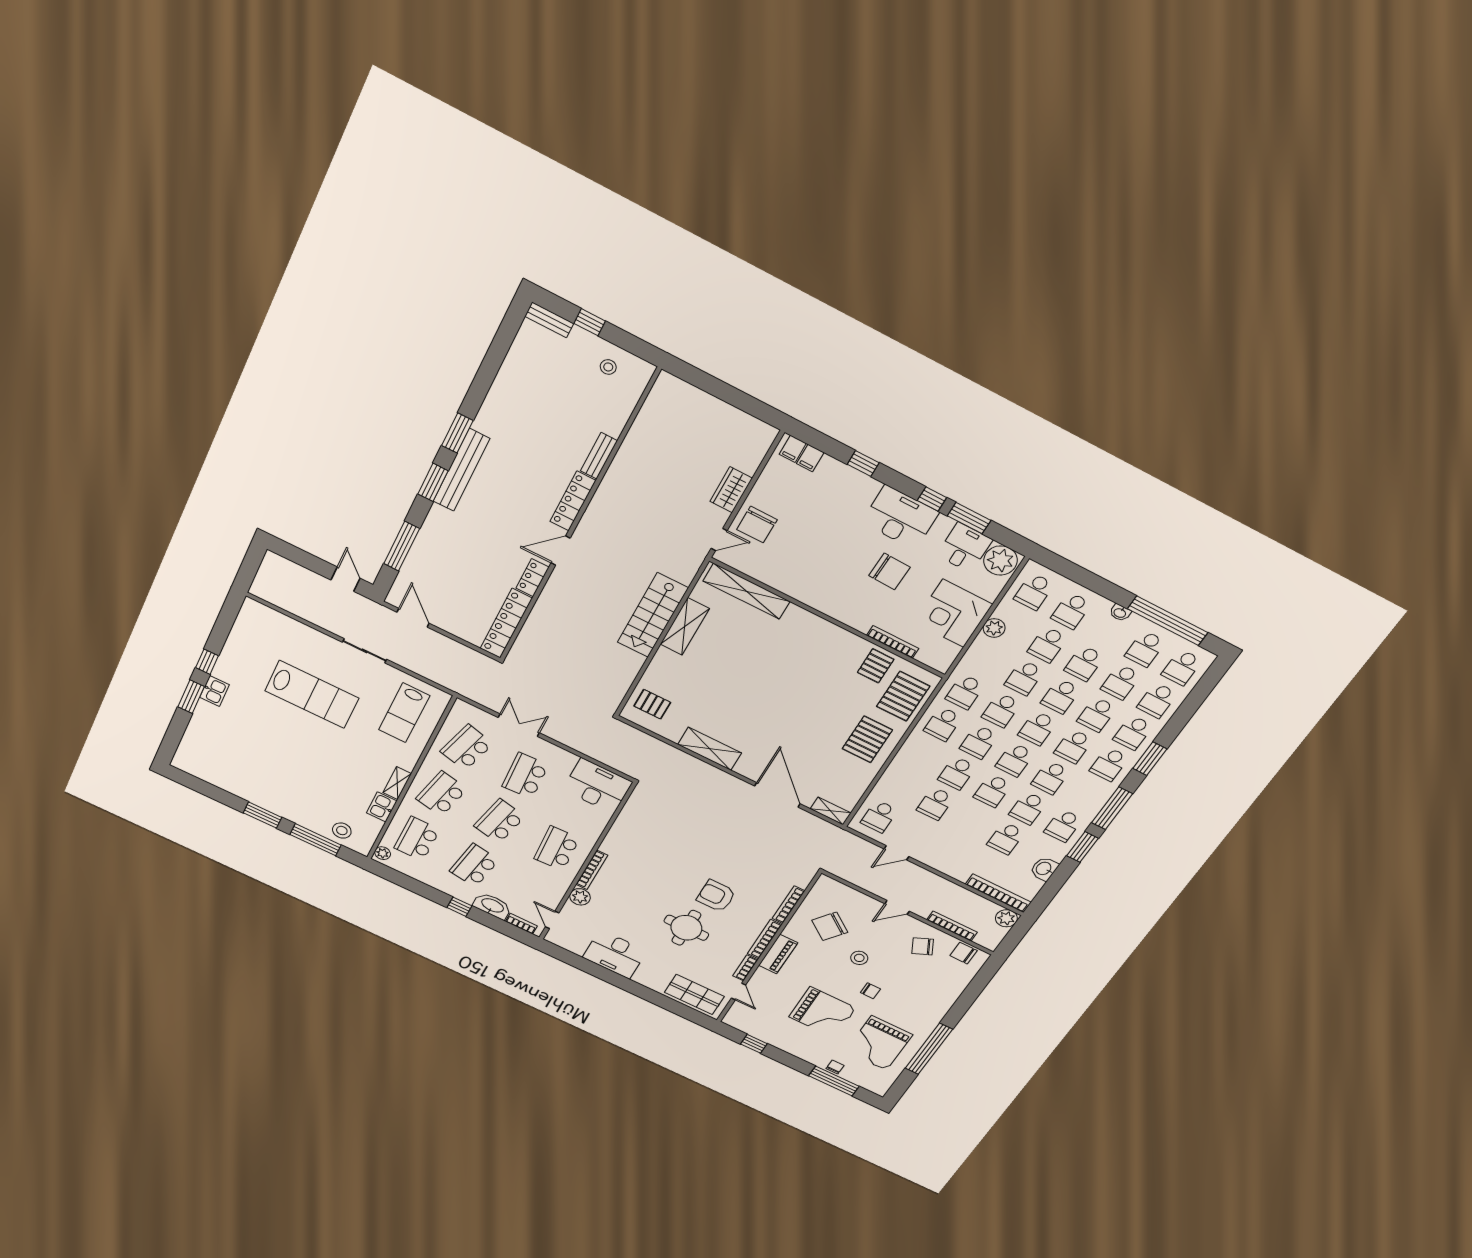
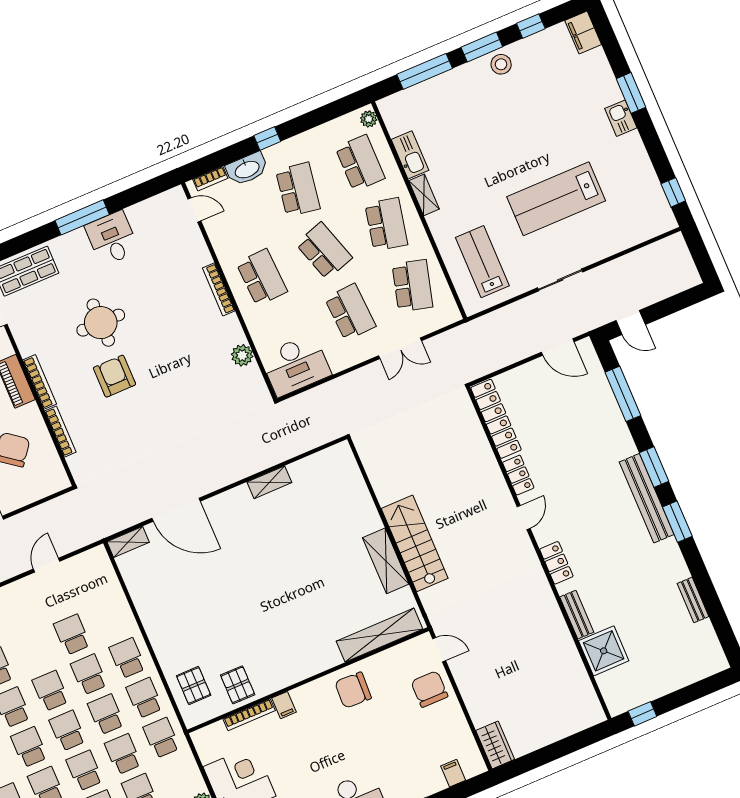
bench: (549, 320) -> (693, 600), moved, turned 90
window: (590, 322) -> (642, 714), moved
stool: (608, 367) -> (639, 681), removed
shower: (609, 414) -> (604, 651), added
filing cabinet: (793, 449) -> (284, 705), moved, turned 180
wardrobe: (731, 490) -> (495, 745), moved
locker: (573, 501) -> (556, 563), width x0.66
door: (719, 539) -> (439, 650), swing flipped
door: (561, 551) -> (524, 518), width x0.73
chair: (889, 571) -> (353, 690), moved
window: (207, 662) -> (673, 192), moved
pallet: (903, 696) -> (194, 685), width x0.67, depth x0.71
pallet: (652, 704) -> (337, 476), removed
pallet: (867, 739) -> (175, 626), removed
shelving: (710, 749) -> (269, 482), width x0.67, depth x0.75
filing cabinet: (185, 757) -> (583, 33), added
window: (217, 794) -> (531, 26), added
kitchen sink: (382, 807) -> (410, 155), width x1.38
school desk: (879, 816) -> (127, 658), moved
school desk: (499, 821) -> (324, 251), turned -30
stool: (342, 831) -> (501, 64), moved
armchair: (716, 896) -> (114, 376), turned -90
plant: (580, 897) -> (242, 355), moved
desk: (615, 954) -> (112, 238), width x0.73
bookcase: (745, 968) -> (22, 340), removed
window: (625, 984) -> (82, 217), added

